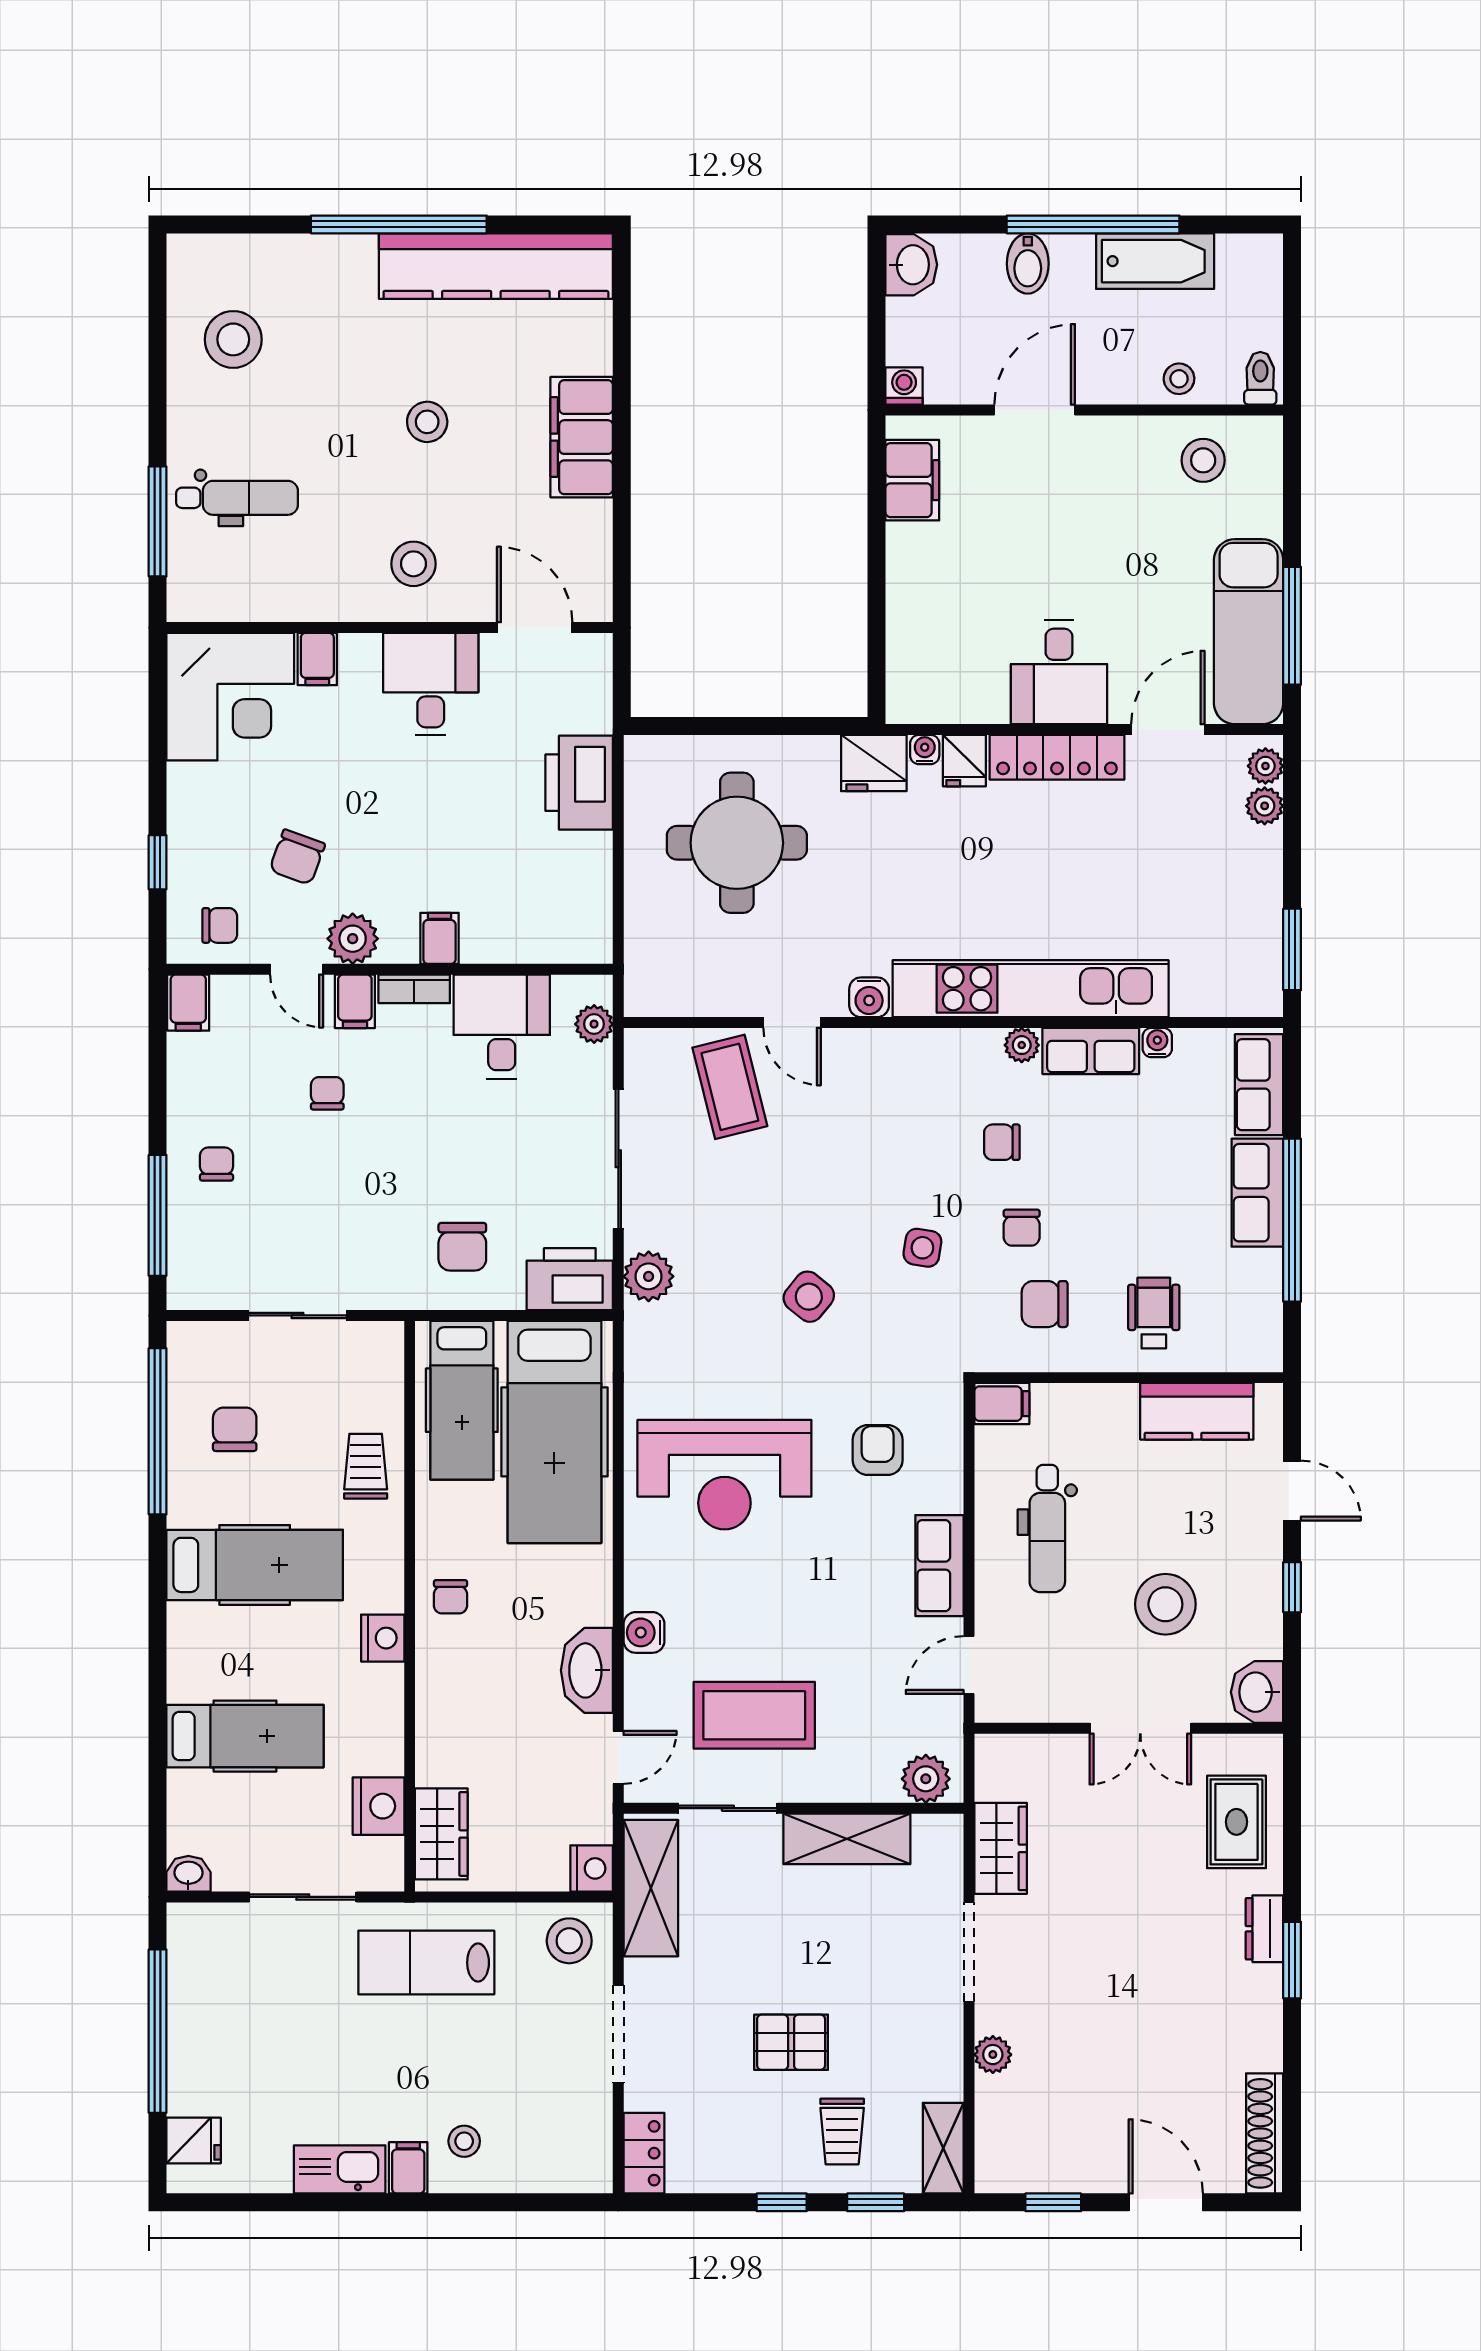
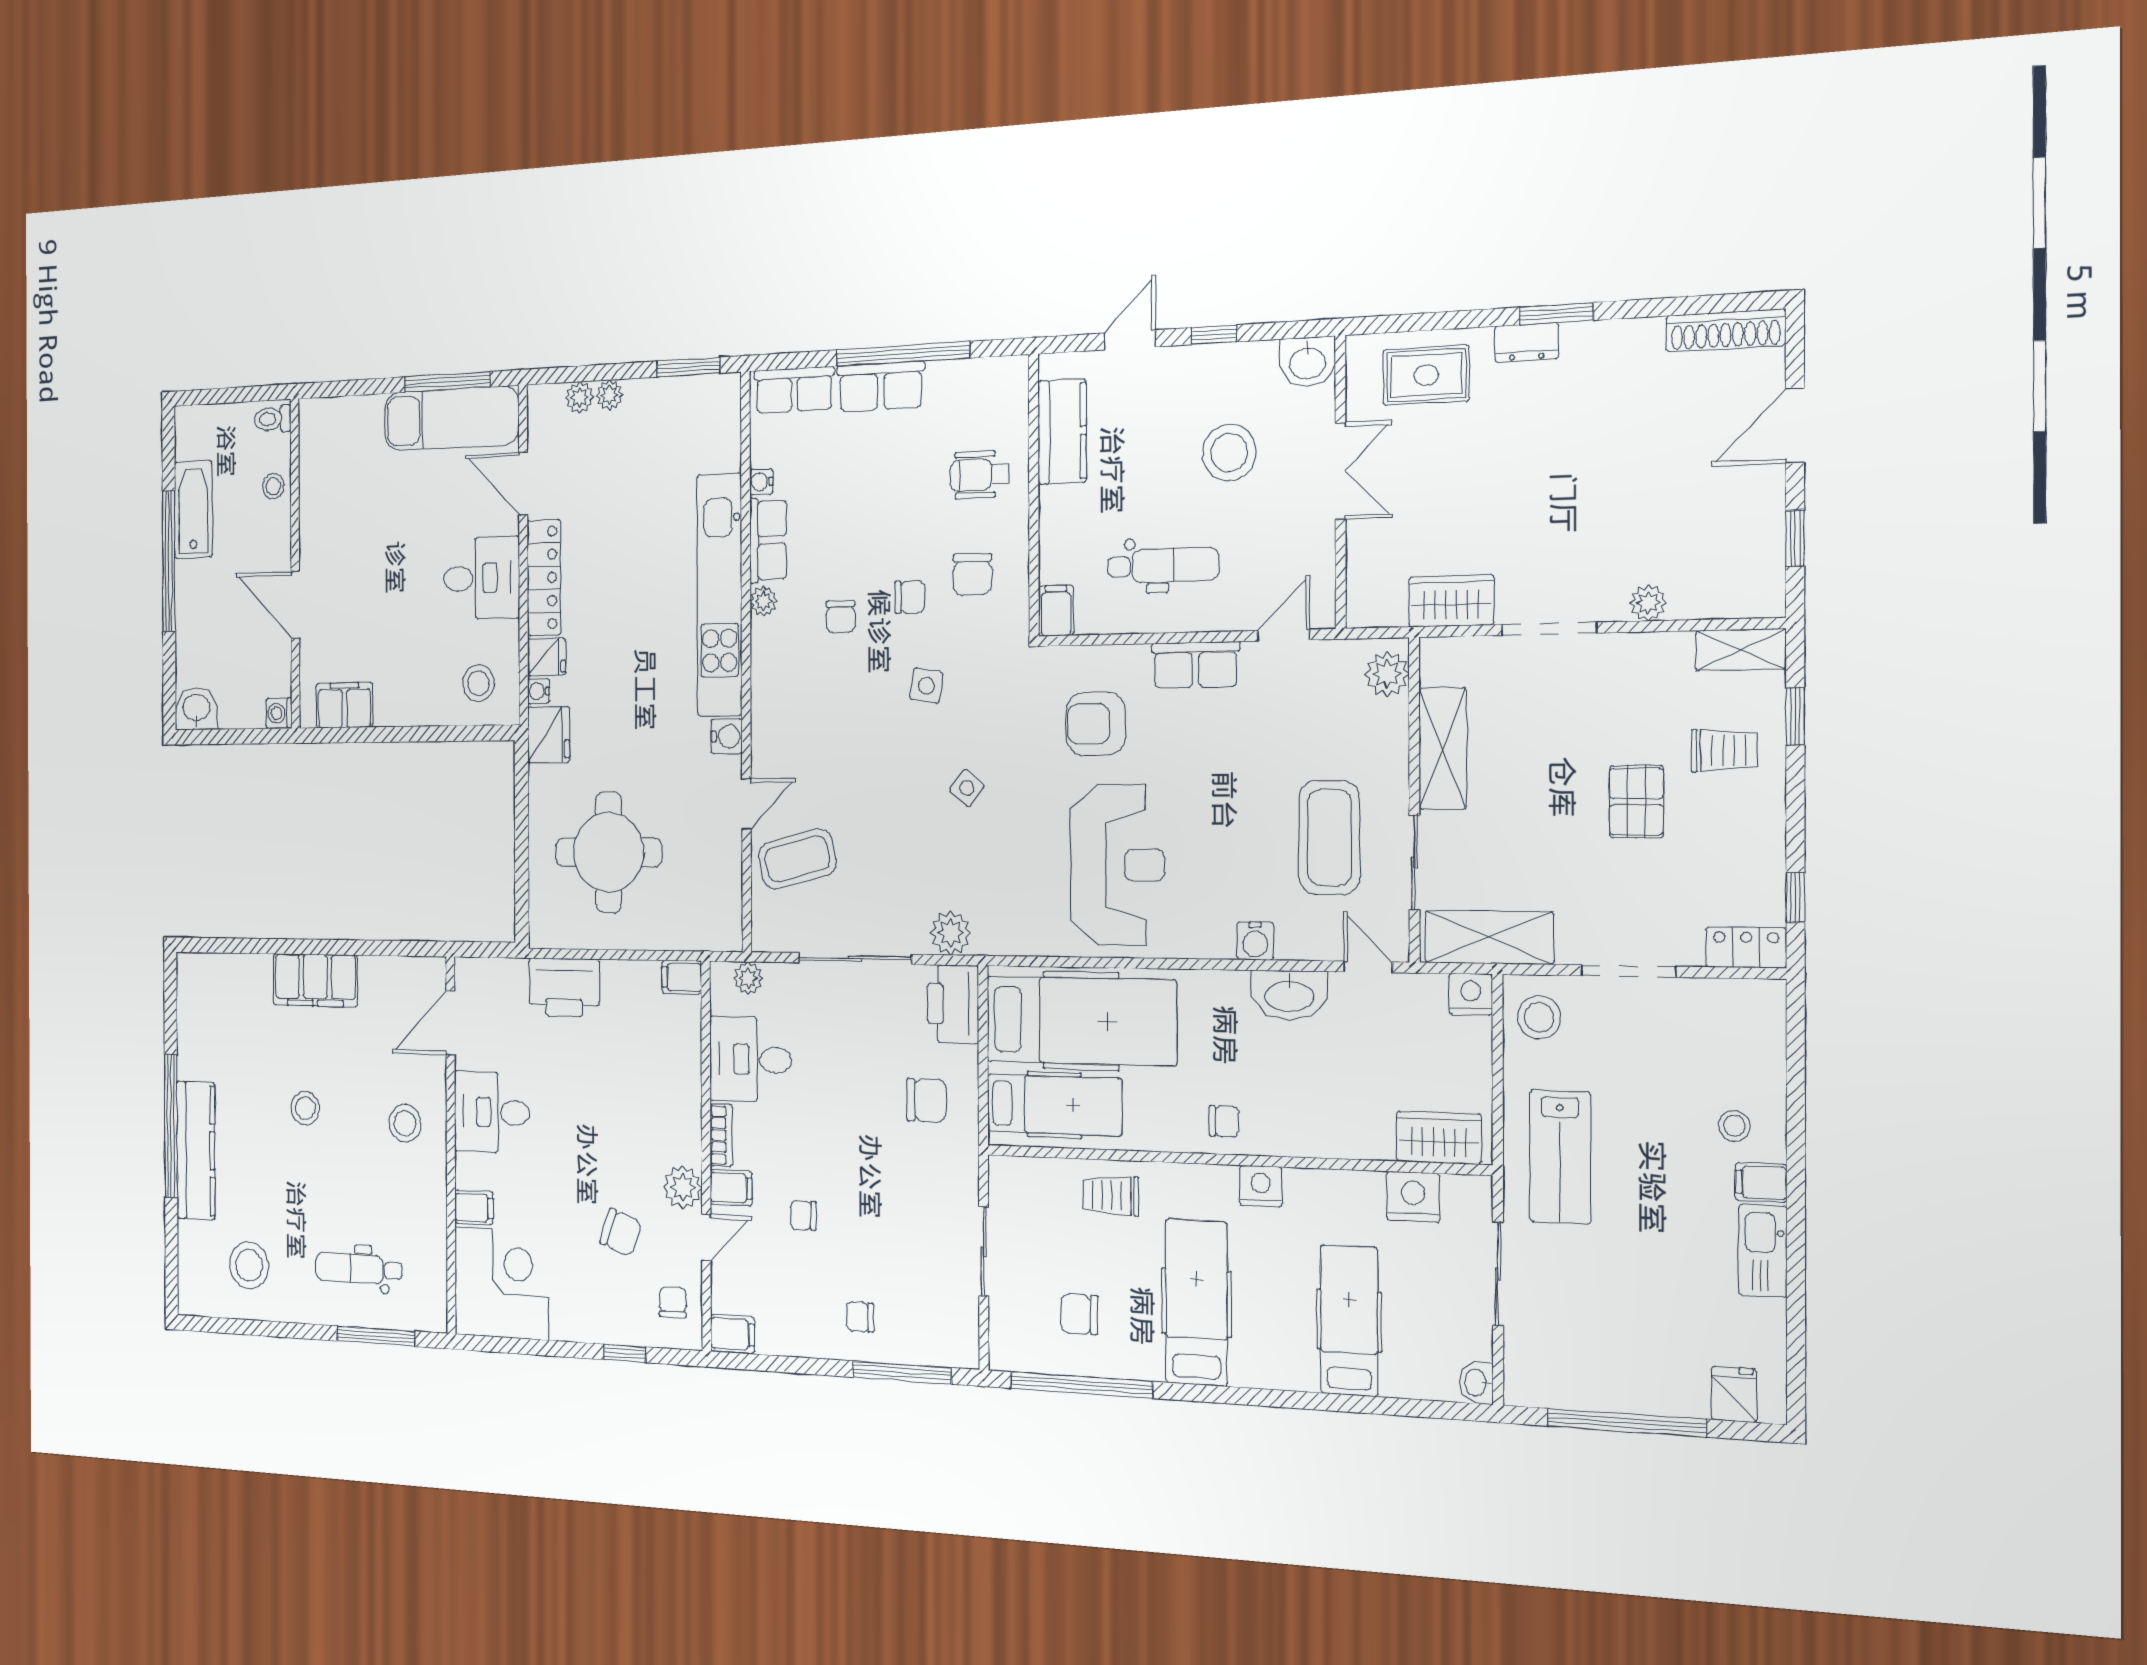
bidet: (1028, 264) -> (195, 614), removed
kitchen counter: (496, 266) -> (196, 1150), moved, width x0.72, depth x0.86
stool: (1203, 460) -> (478, 683), moved
dental chair: (237, 498) -> (359, 1269), turned -90
plant: (1265, 766) -> (609, 395), moved
filing cabinet: (439, 938) -> (682, 977), moved
side table: (809, 1297) -> (967, 788), width x0.73, depth x0.73
armchair: (878, 1450) -> (1096, 724), width x1.38, depth x1.38
door: (969, 1665) -> (1284, 635), swing flipped
window: (782, 2202) -> (1795, 897), moved

